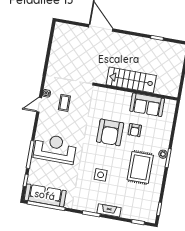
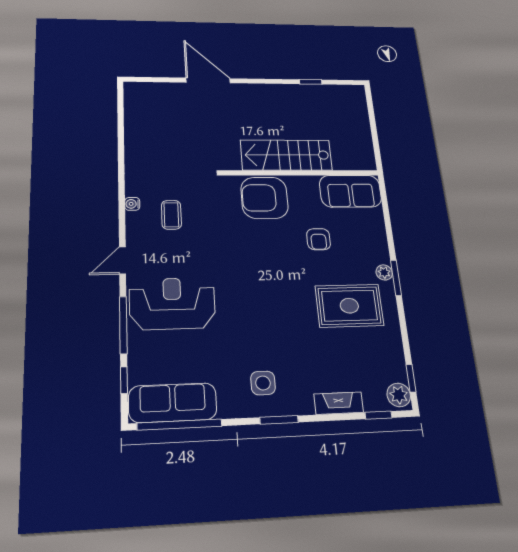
door: (39, 105) -> (122, 260), moved
sofa: (147, 105) -> (350, 191), moved
armchair: (110, 132) -> (264, 198), moved, turned 90
rug: (140, 167) -> (349, 306), turned 90
side table: (101, 175) -> (263, 383), moved
fireplace: (109, 210) -> (339, 403), moved
plant: (151, 215) -> (399, 395), added

